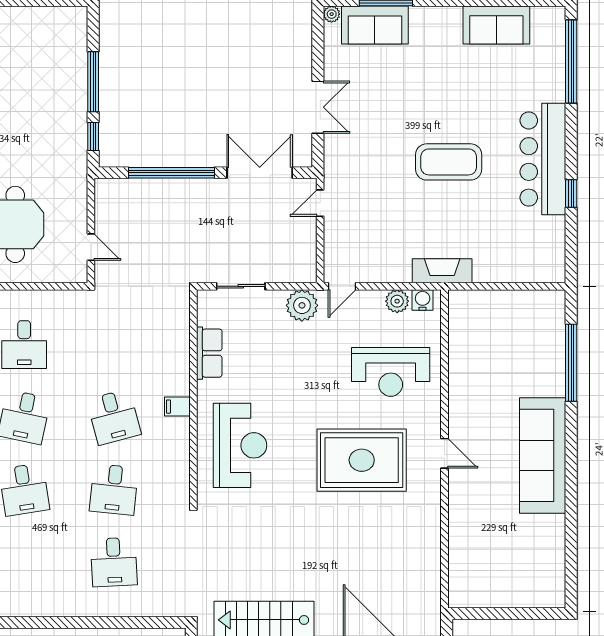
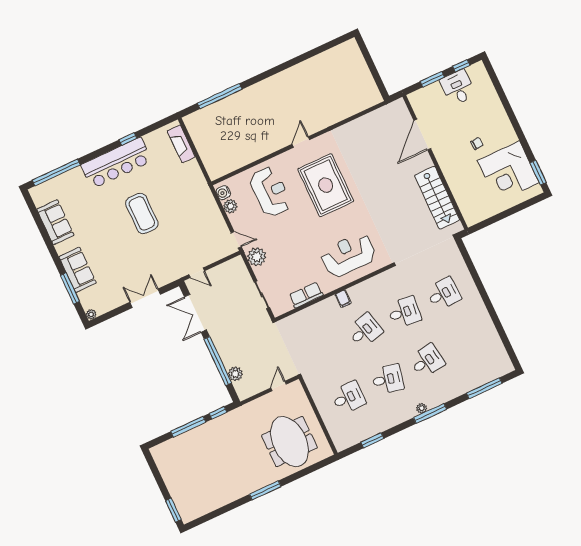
sofa: (375, 25) -> (78, 270), moved
plant: (140, 190) -> (235, 374), added
fireplace: (442, 271) -> (181, 144), moved
sofa: (543, 455) -> (277, 88), removed

